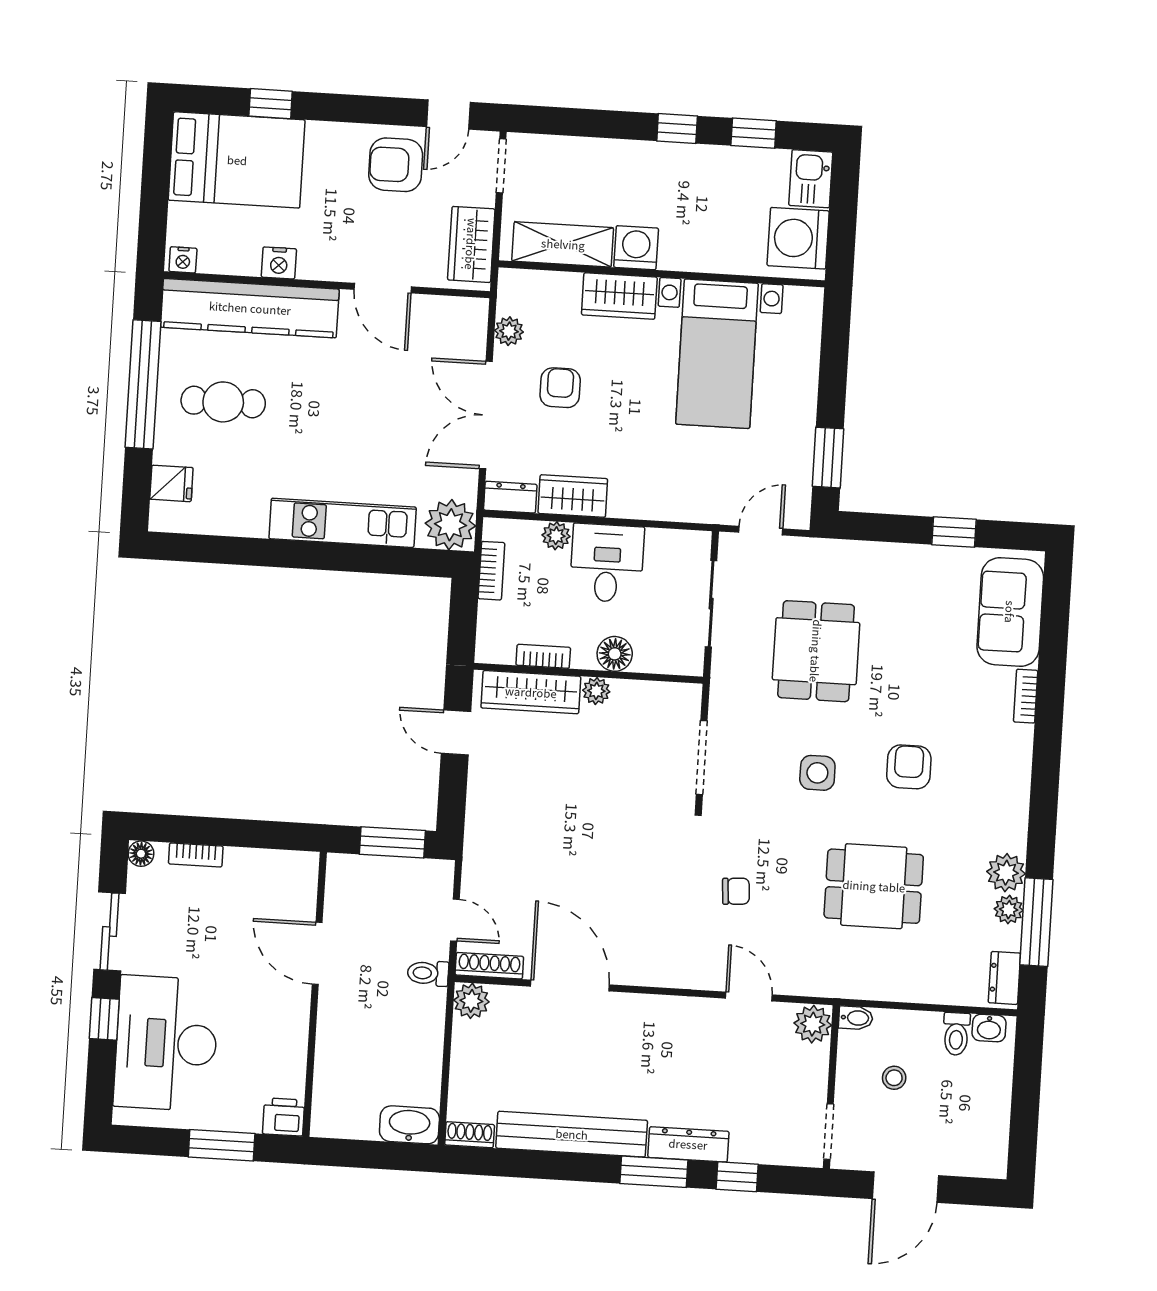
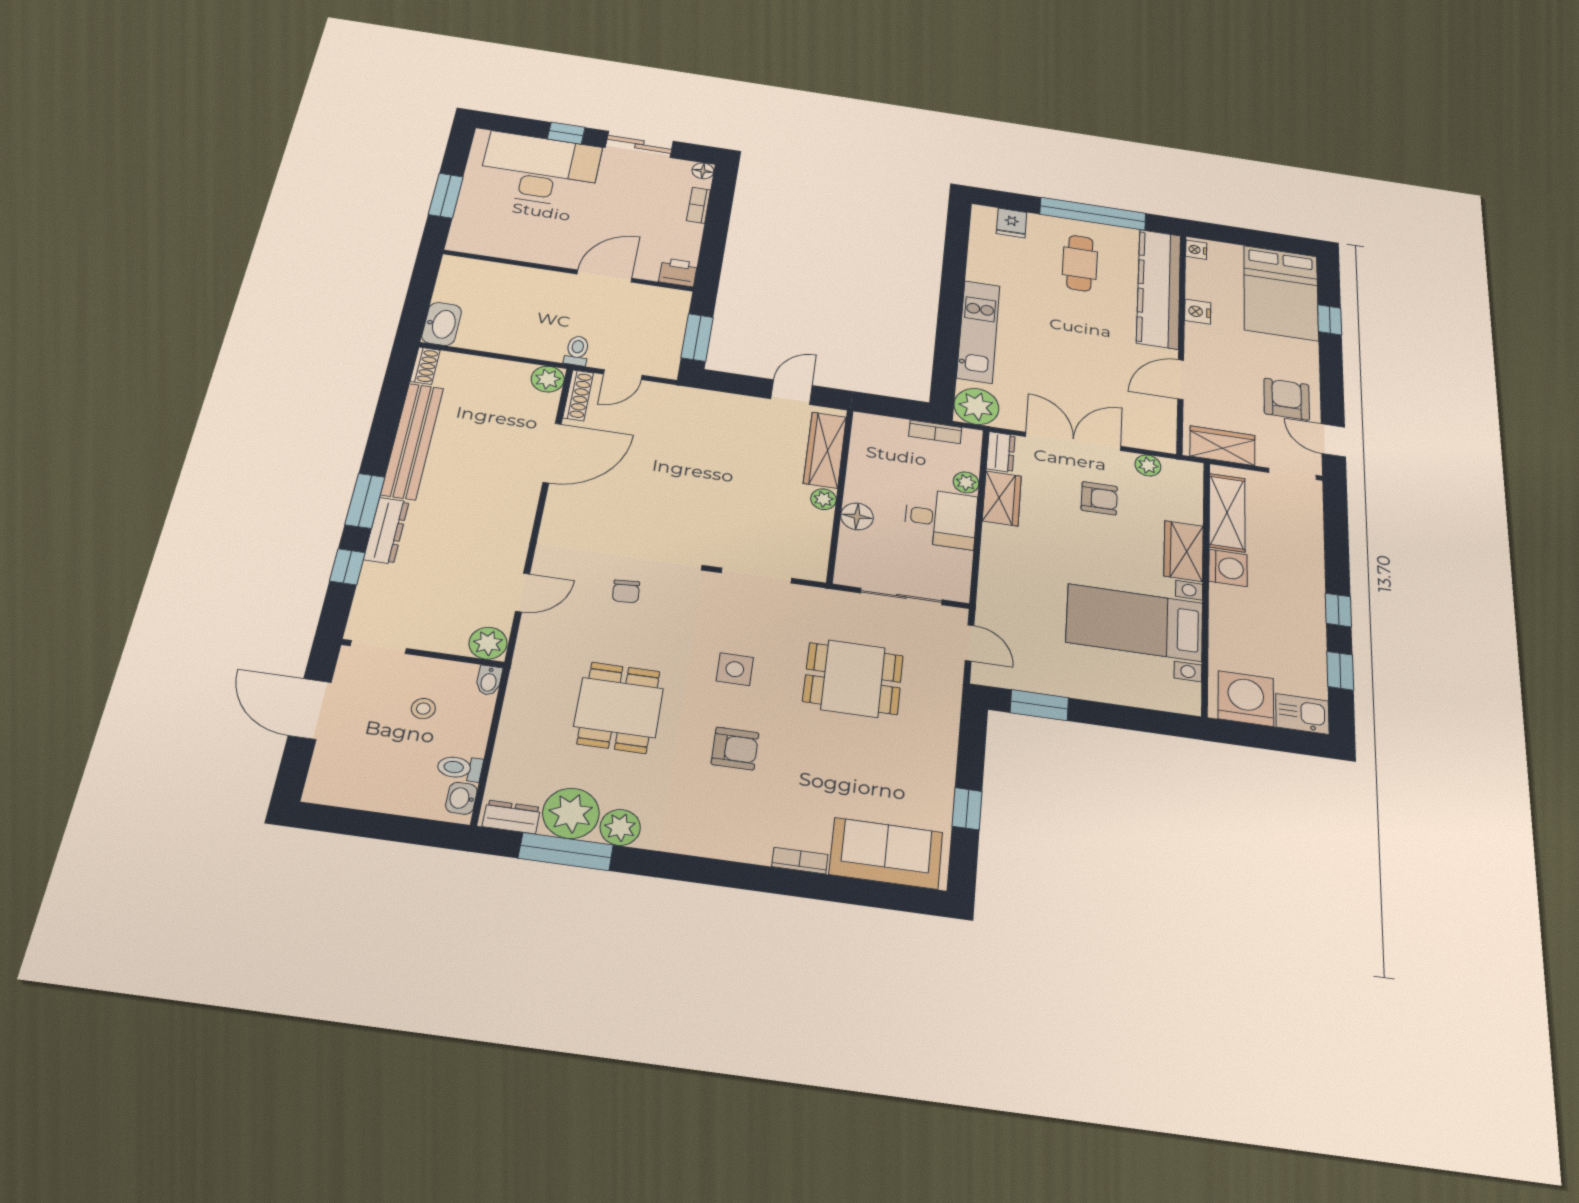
bookcase: (543, 656) -> (857, 462), removed
plant: (1009, 910) -> (571, 813), width x1.88, depth x1.88
printer: (284, 1117) -> (678, 272), moved, turned -90

